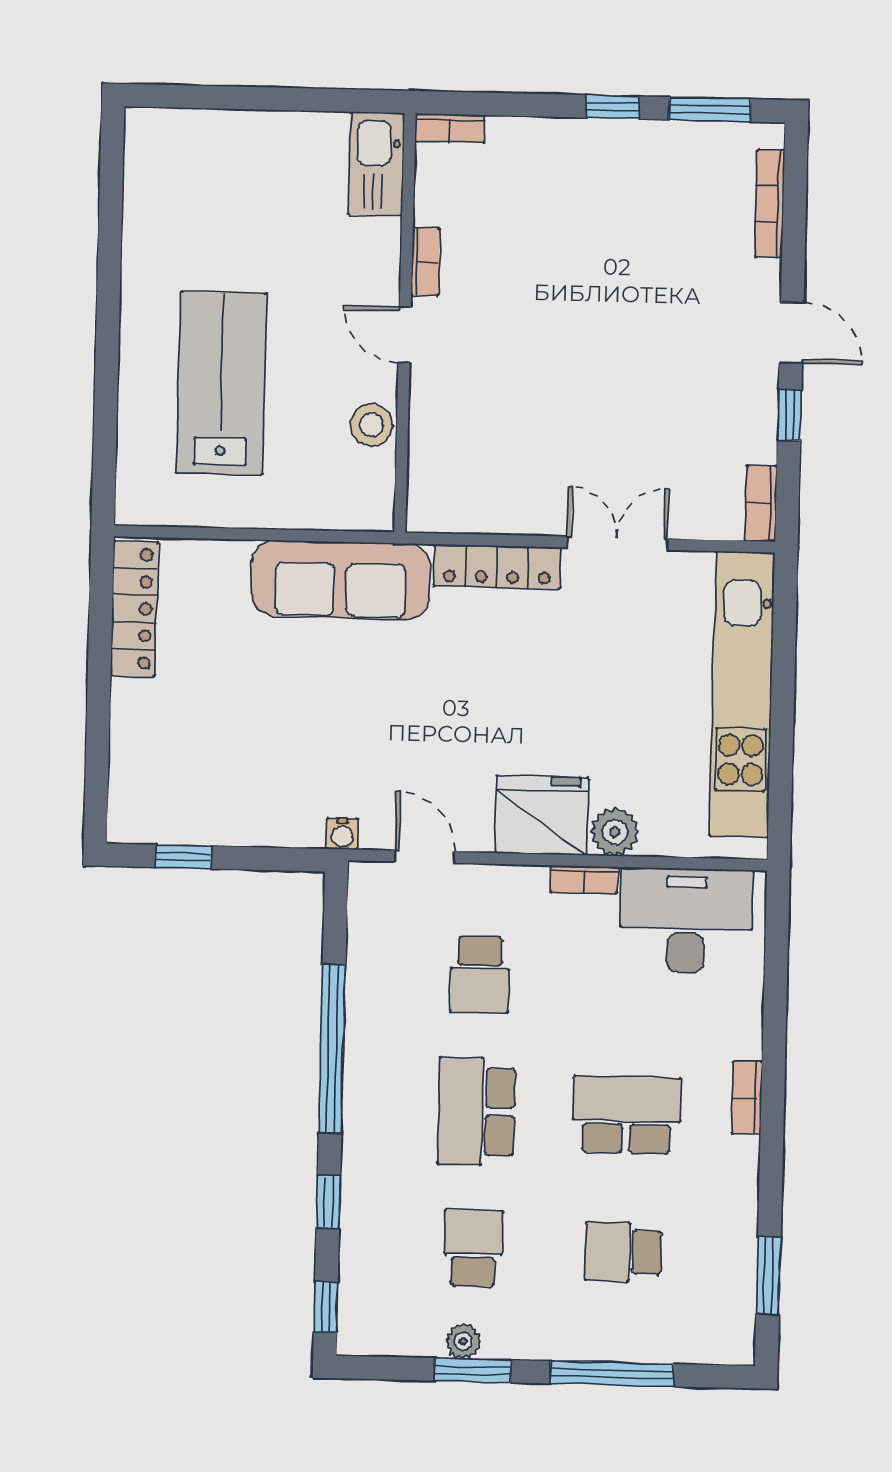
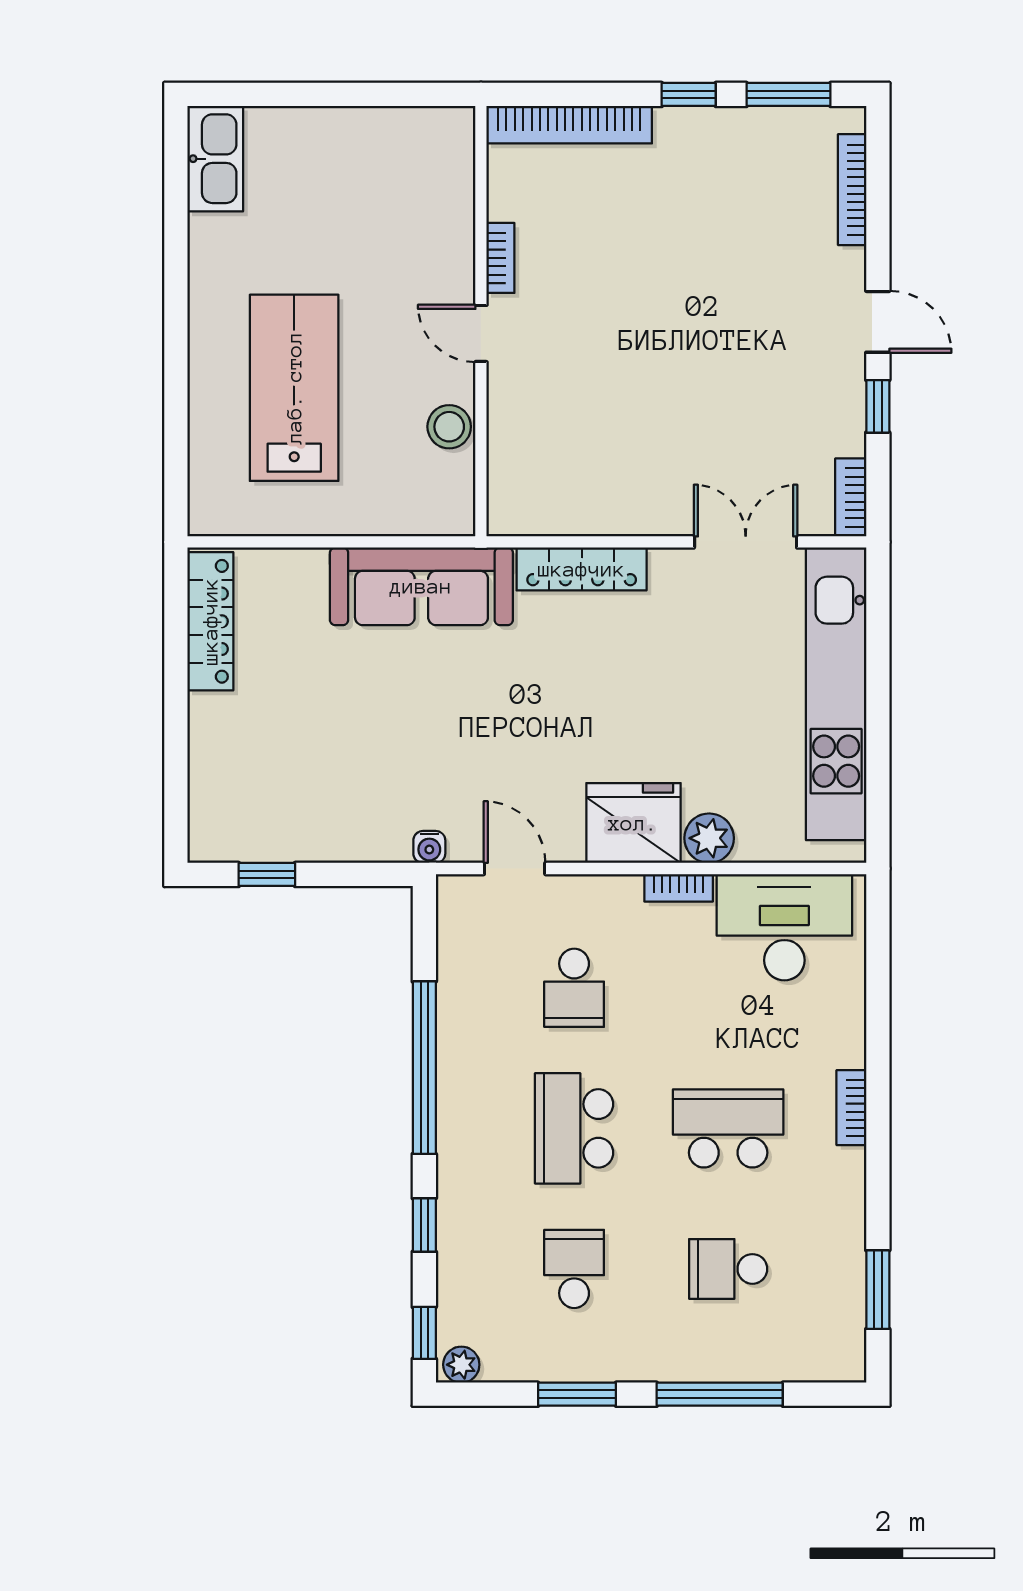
bookcase: (450, 128) -> (569, 125), width x2.31, depth x1.31
kitchen sink: (376, 164) -> (215, 159), moved, turned 180
double door: (617, 543) -> (746, 542), moved
plant: (463, 1341) -> (461, 1365), moved

